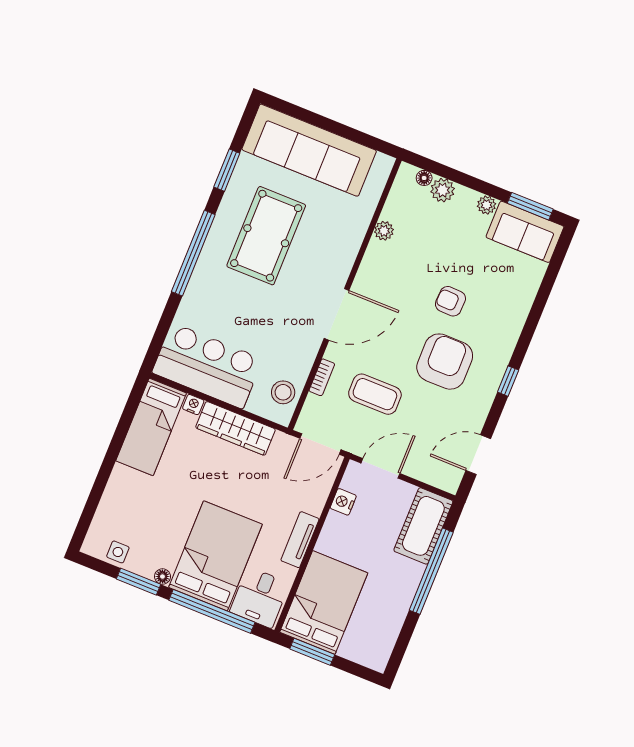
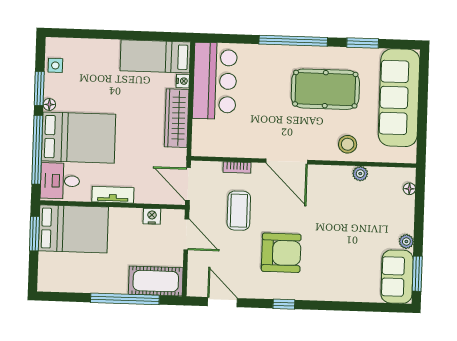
plant: (443, 190) -> (405, 205), removed
armchair: (450, 301) -> (327, 241), removed
stool: (283, 392) -> (348, 144), moved

